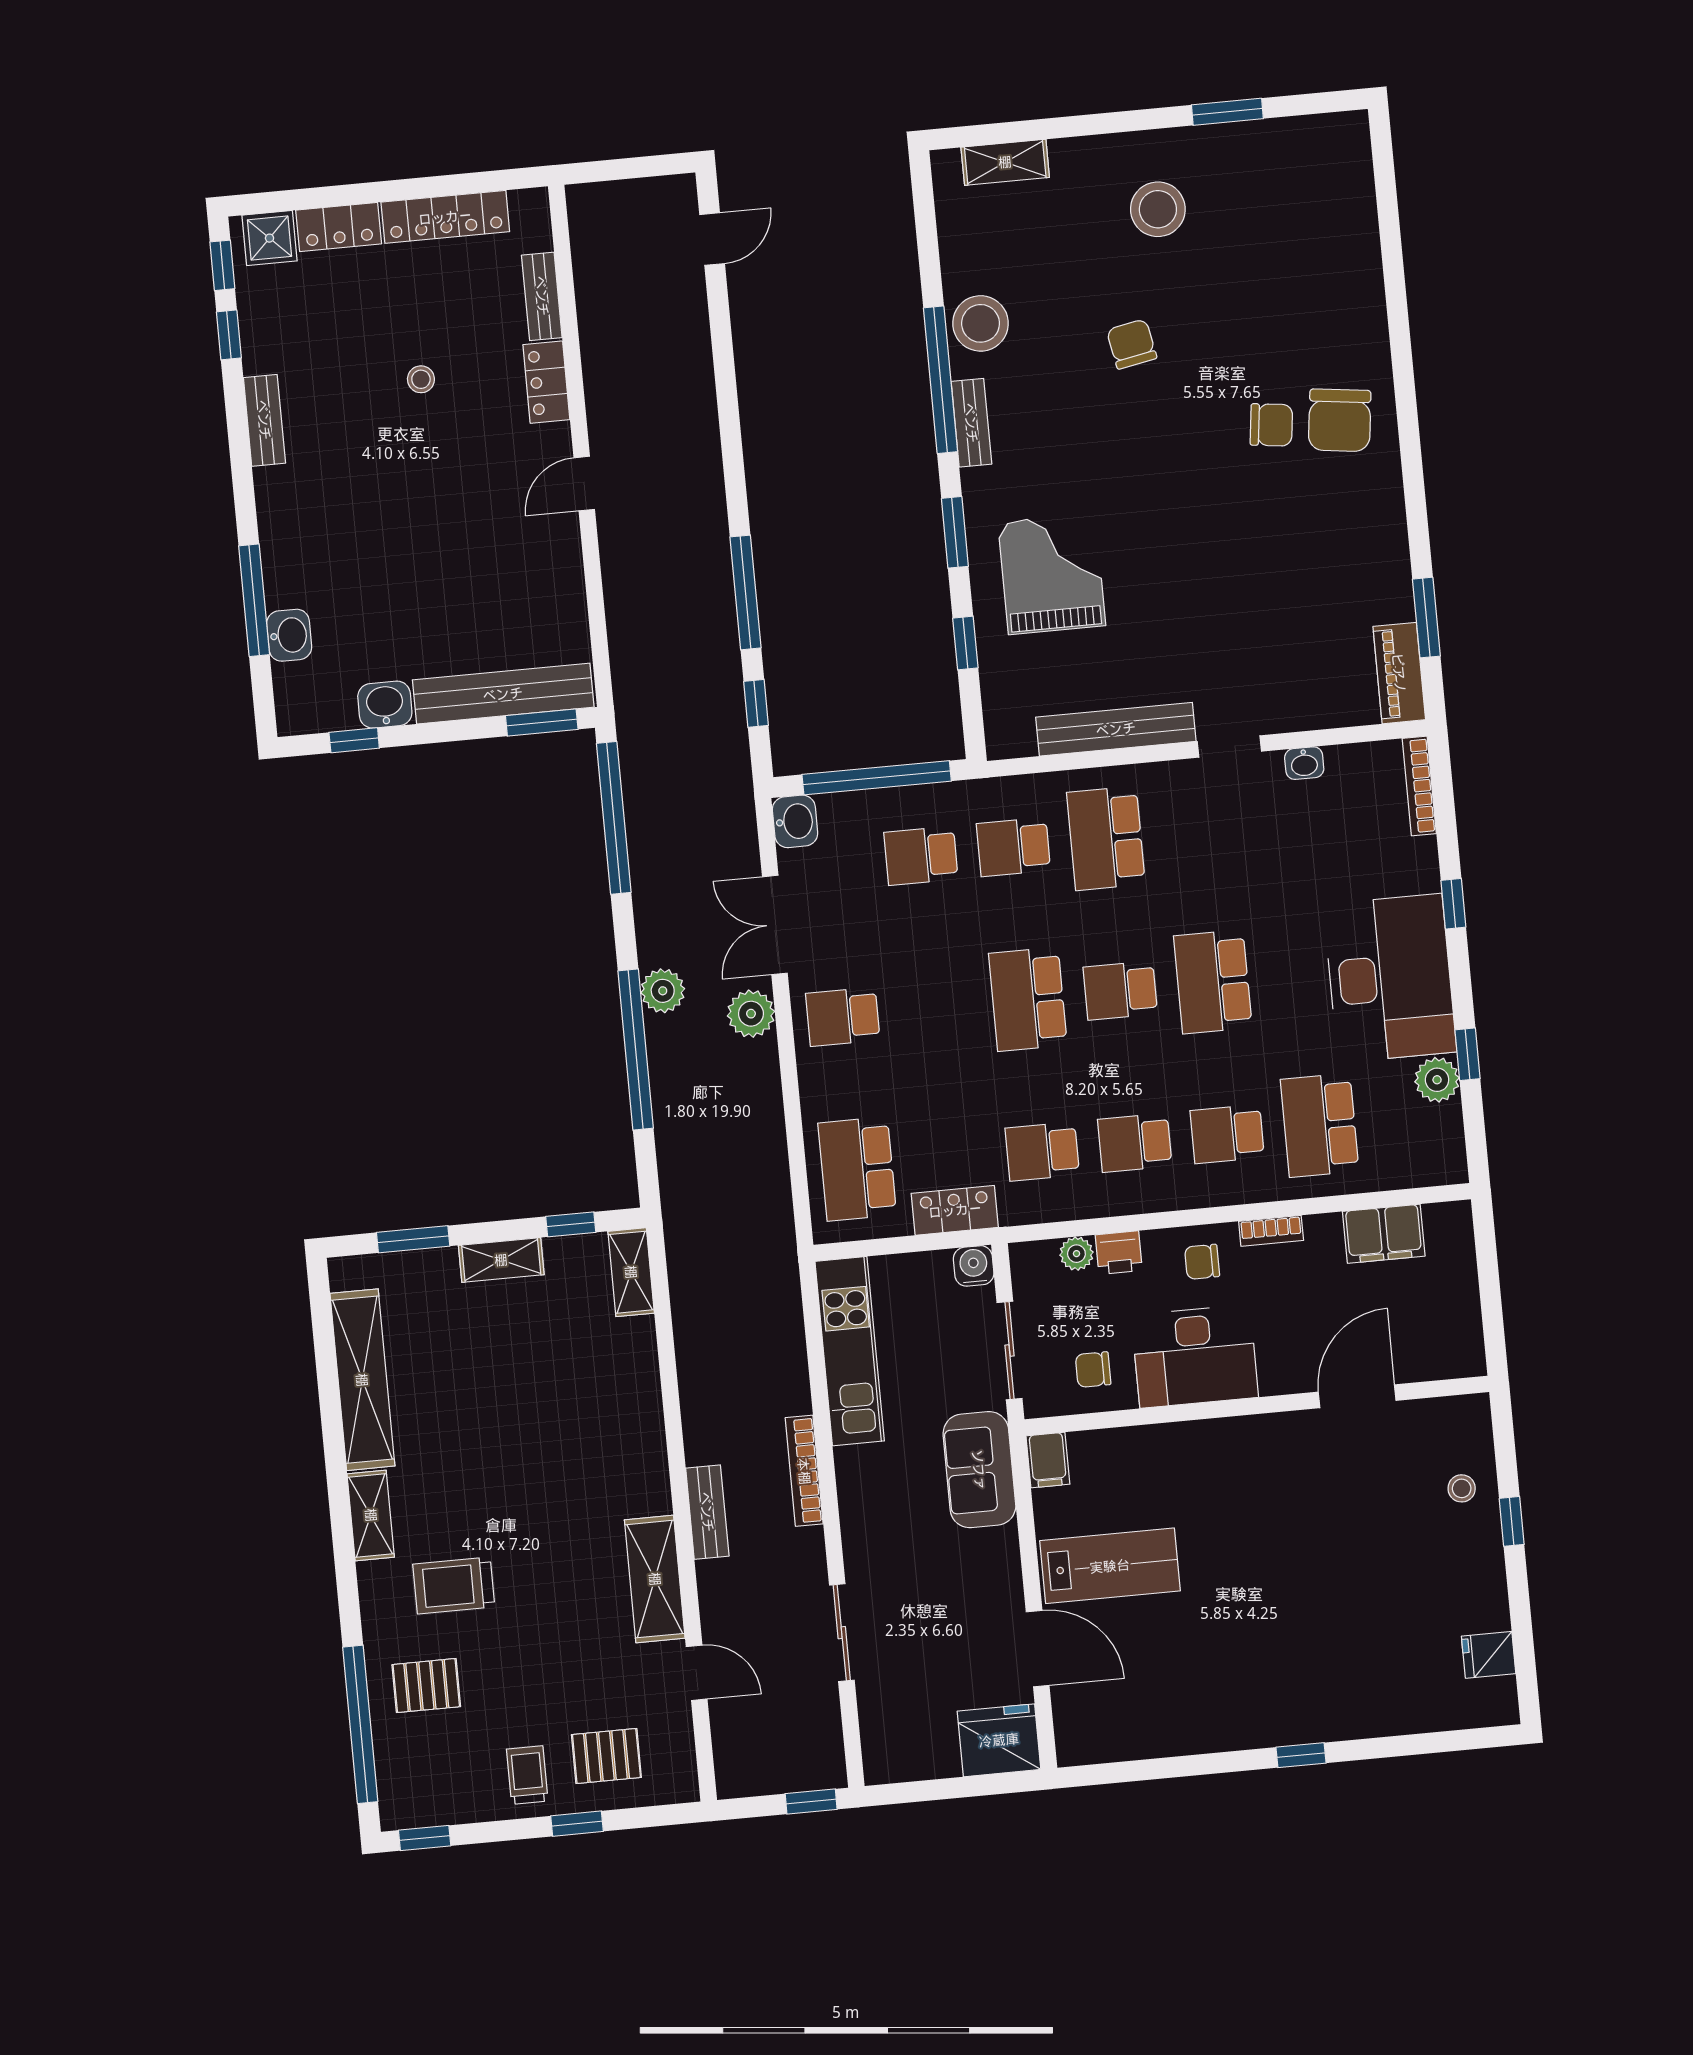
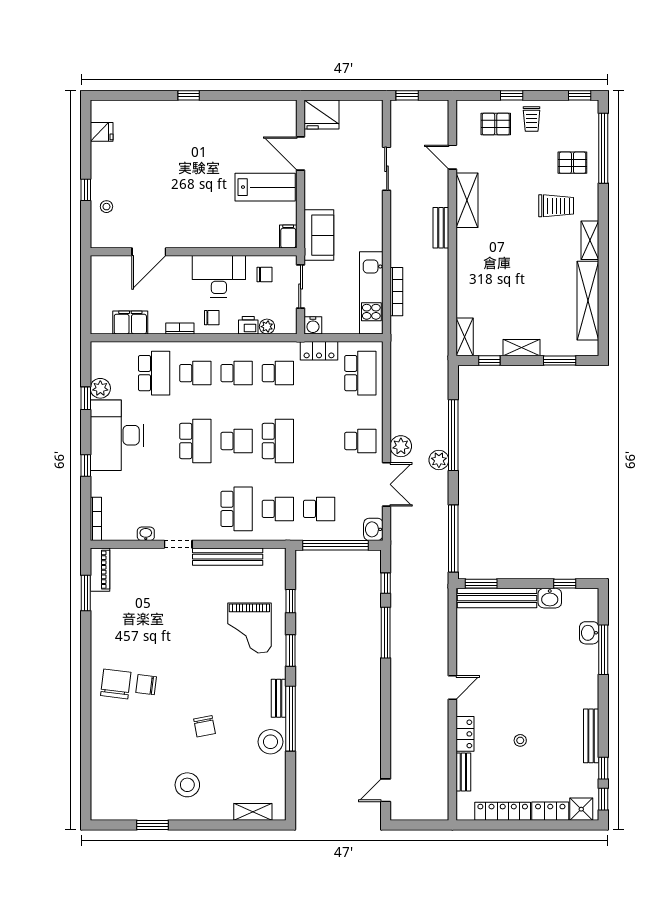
bench: (264, 420) -> (591, 736), width x1.36
bookcase: (804, 1471) -> (396, 292), moved
lab bench: (1110, 1566) -> (265, 187), turned 180

